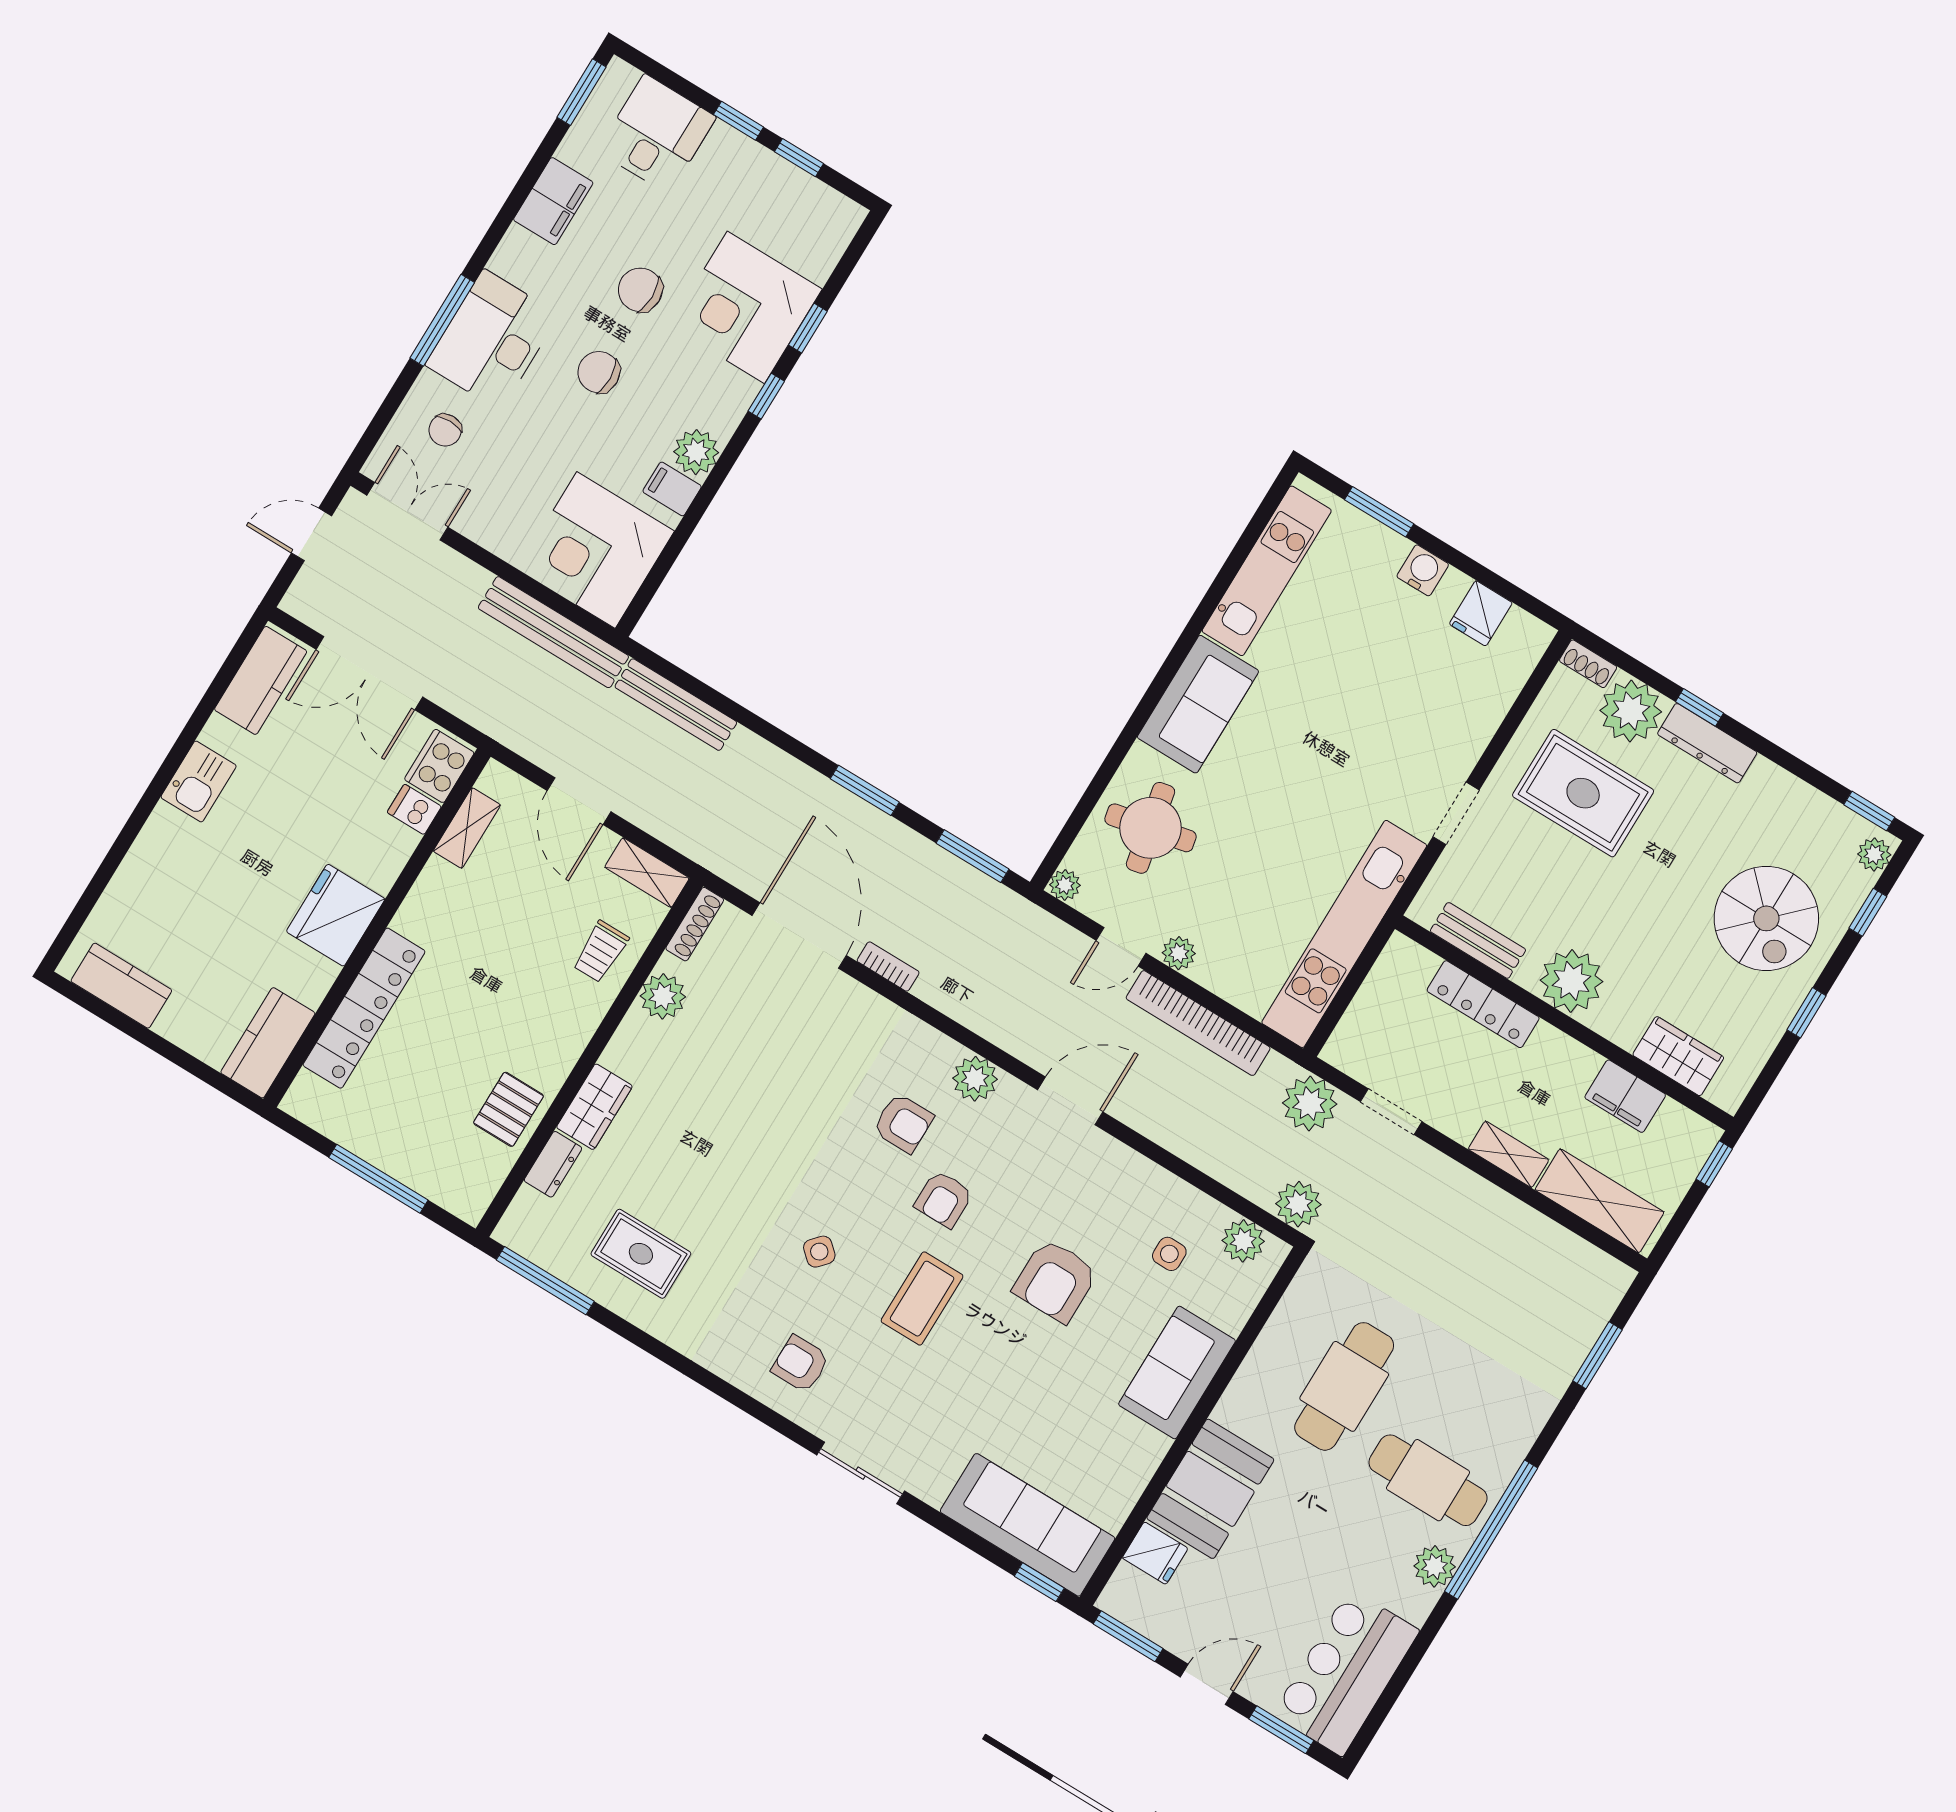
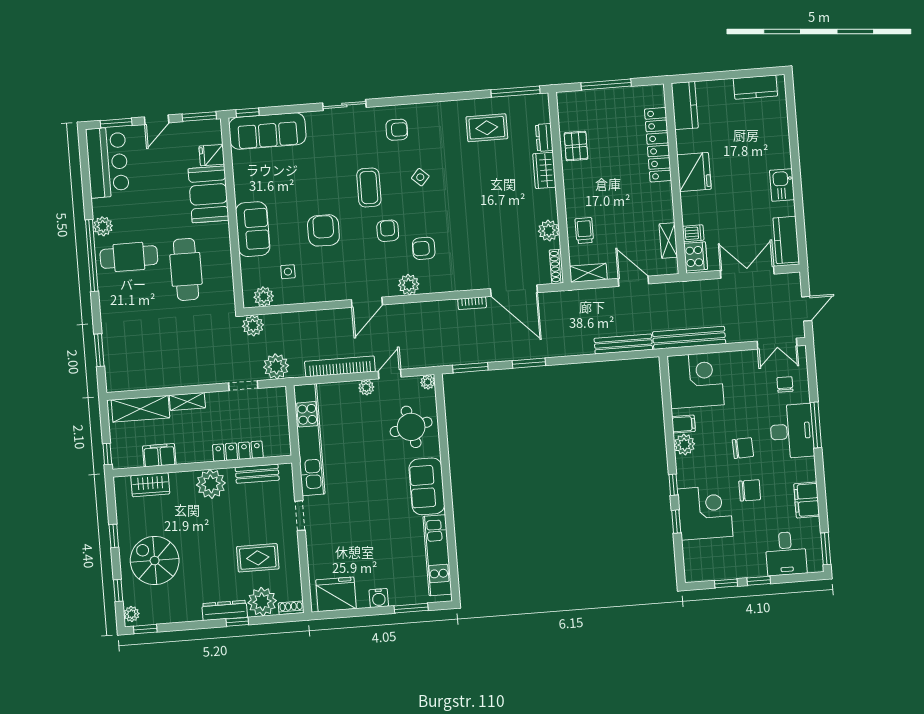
fridge: (1481, 613) -> (336, 594), width x1.88, depth x1.34
rug: (1583, 793) -> (258, 558), width x0.73, depth x0.70

